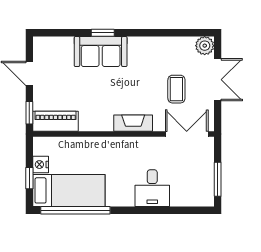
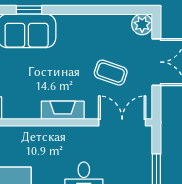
coffee table: (176, 89) -> (111, 73), turned -71

